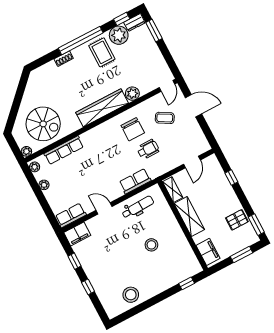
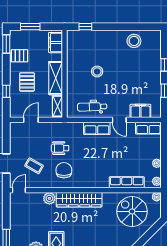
row of seats: (135, 181) -> (97, 128), moved
pallet: (216, 198) -> (27, 82), added
filing cabinet: (77, 234) -> (140, 111), moved

